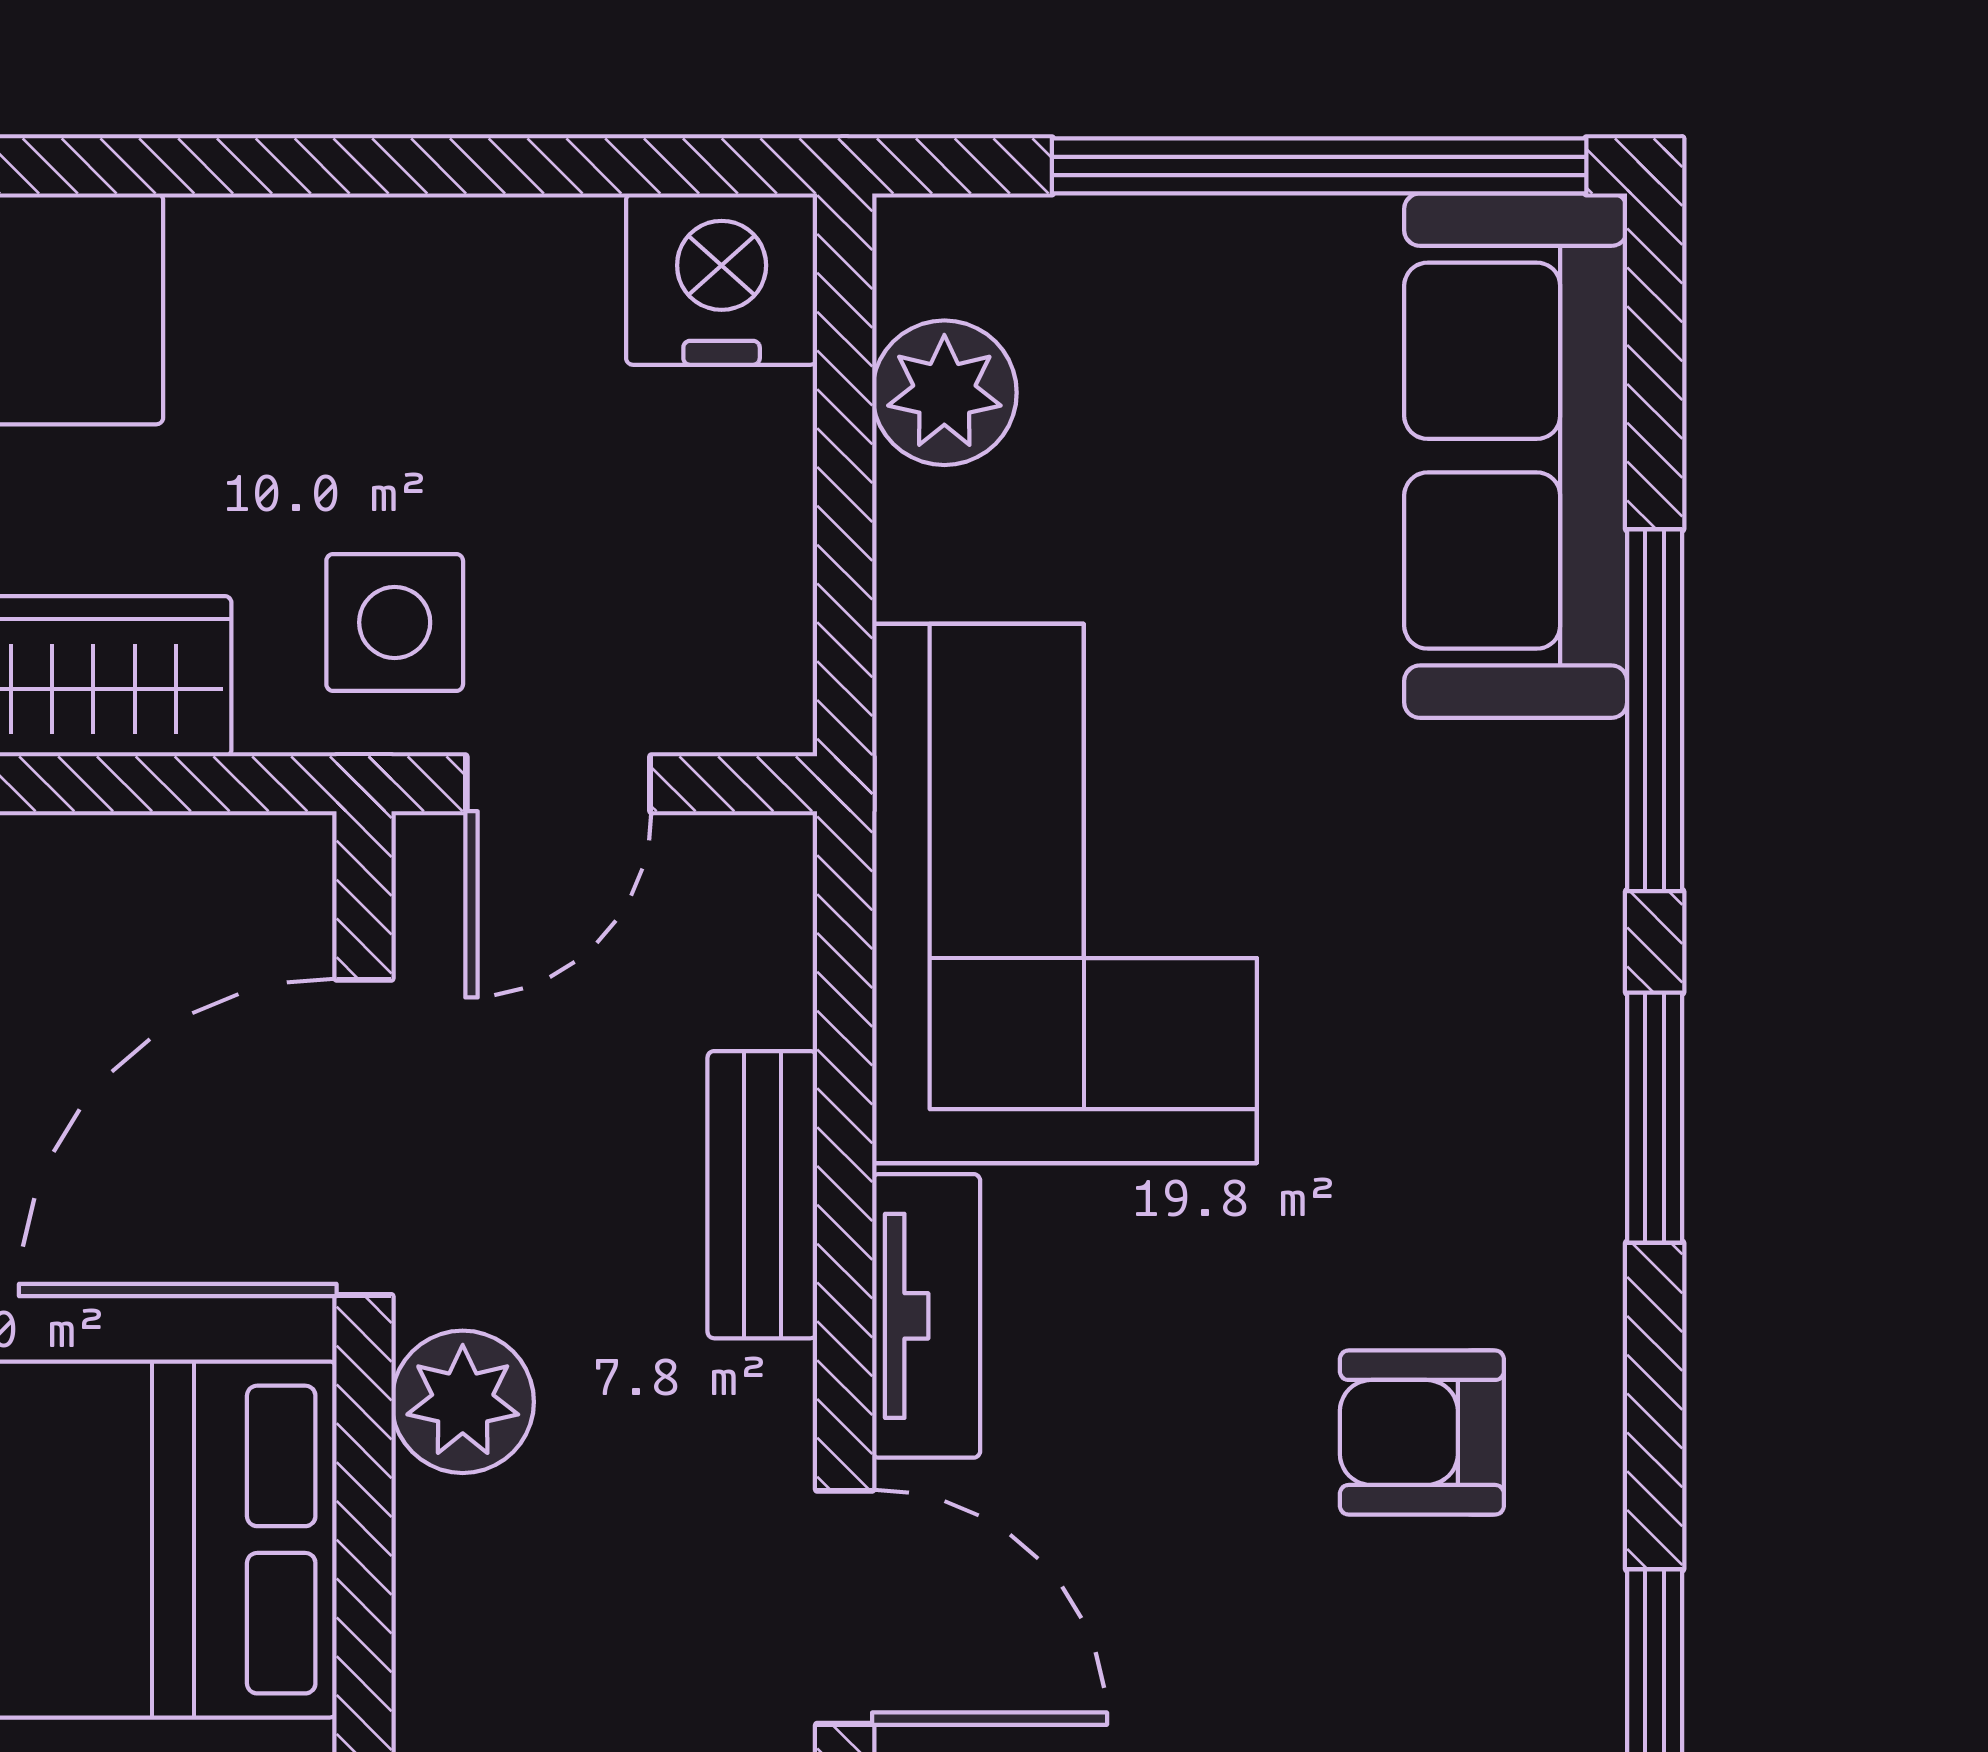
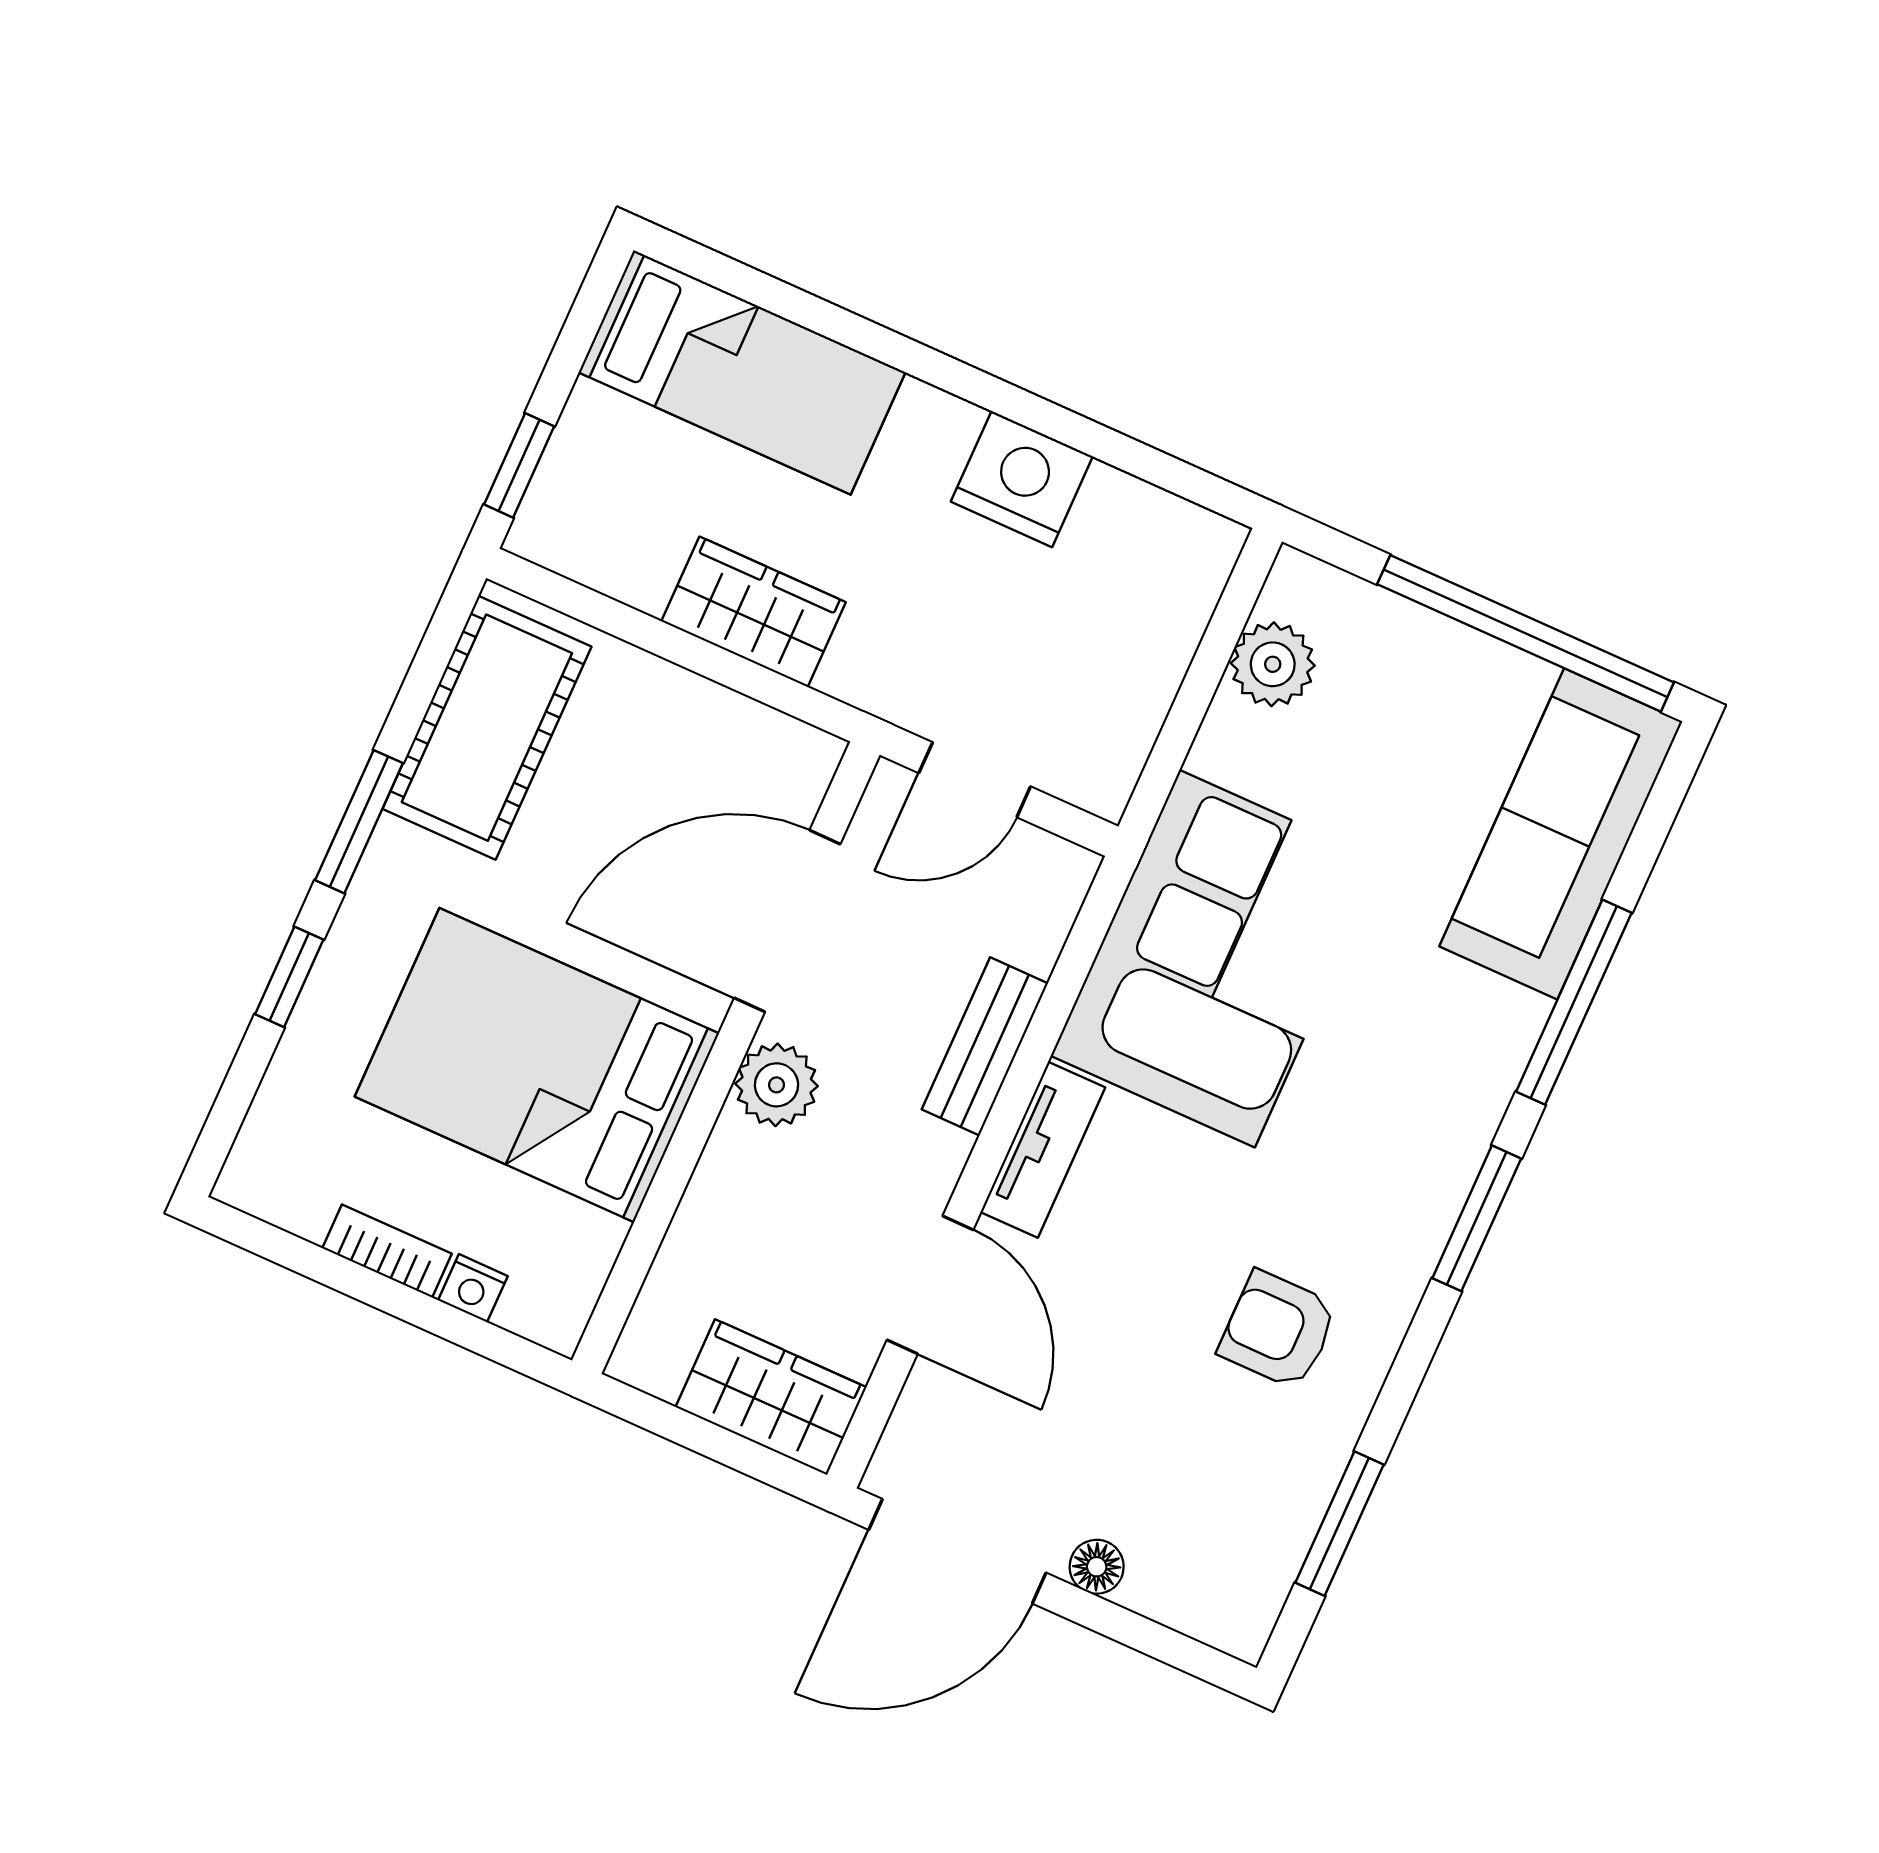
nightstand: (722, 279) -> (1022, 479), moved
side table: (395, 622) -> (926, 655), removed

